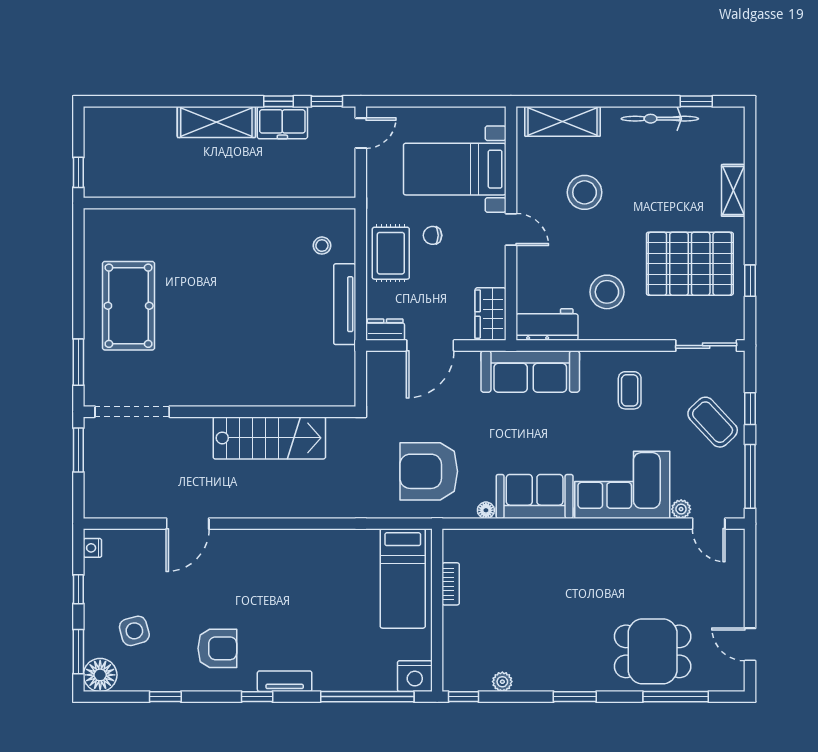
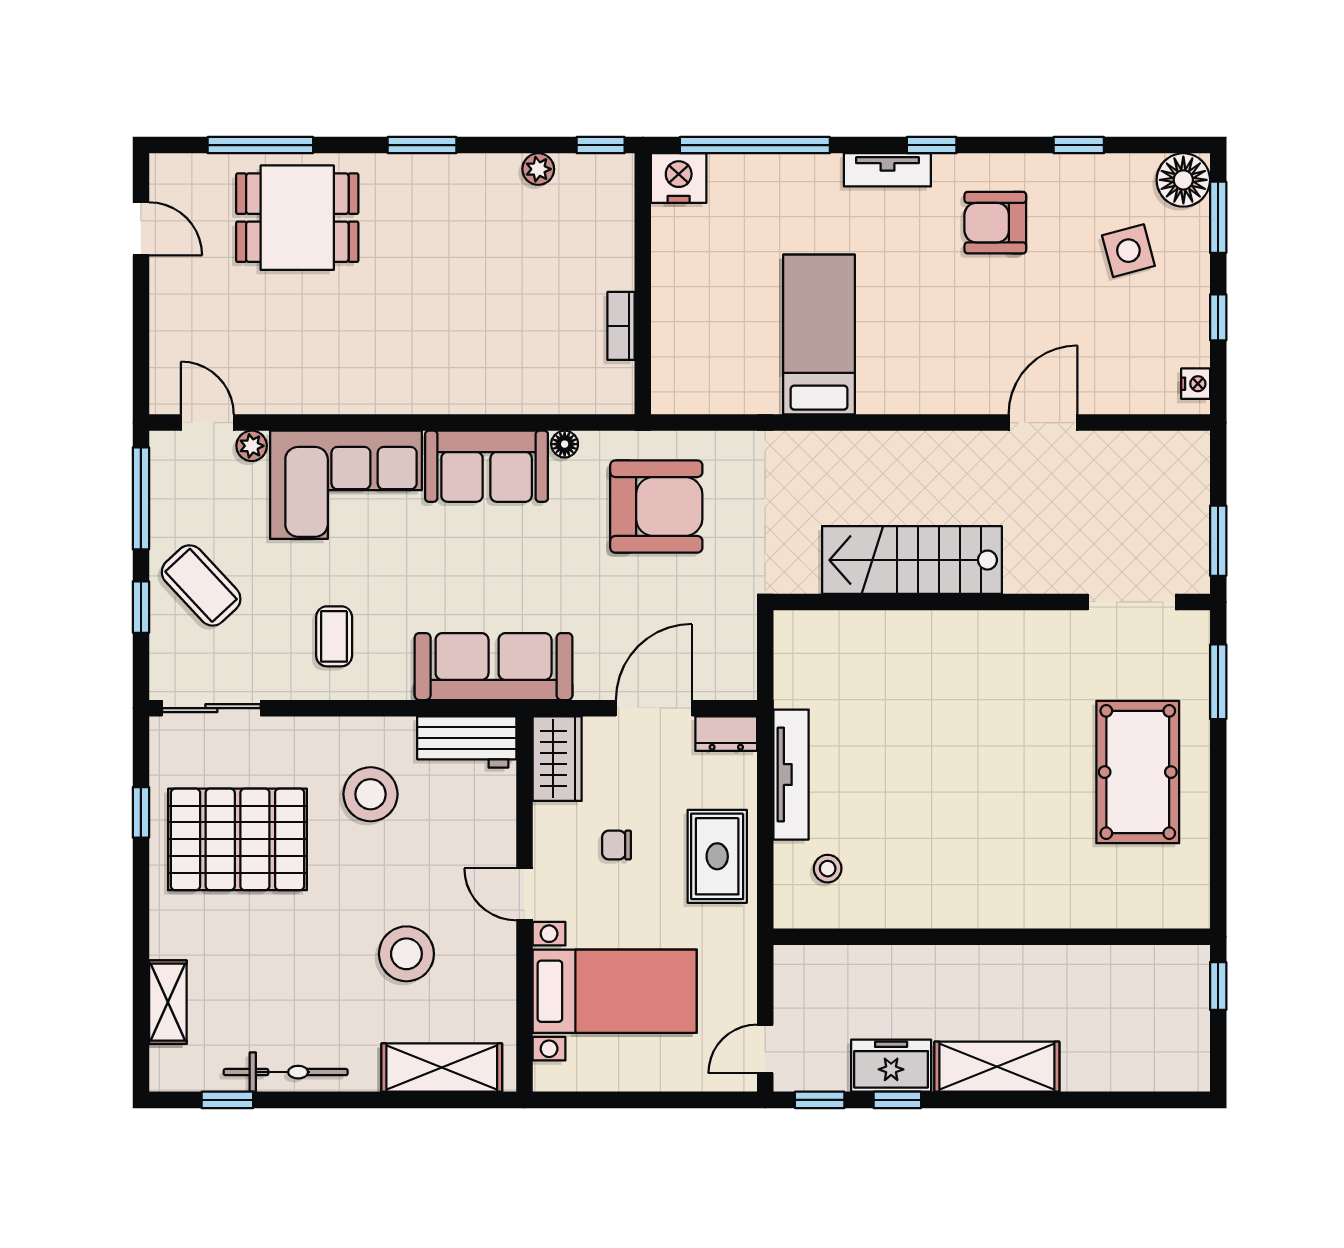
shelving: (733, 190) -> (168, 1002), moved
chair: (432, 235) -> (617, 845), moved, turned 180
doorway: (132, 412) -> (1132, 602), width x0.73
bed: (403, 579) -> (819, 335), moved

